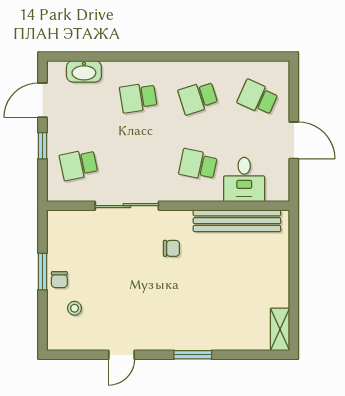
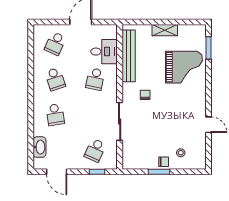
window: (43, 146) -> (97, 172), moved
school desk: (79, 165) -> (95, 150), turned 36
grand piano: (218, 314) -> (184, 67), added
shelving: (280, 329) -> (165, 30), moved
window: (193, 355) -> (209, 48), moved

